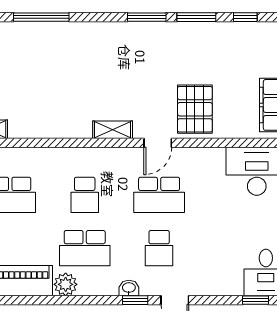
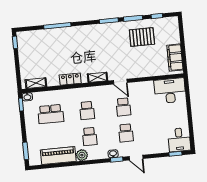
pallet: (195, 109) -> (142, 37), moved, turned 90
locker: (57, 128) -> (70, 79), added
door: (158, 143) -> (120, 82), hinge flipped
school desk: (159, 195) -> (123, 107), width x0.54
school desk: (85, 248) -> (90, 136), width x0.54

